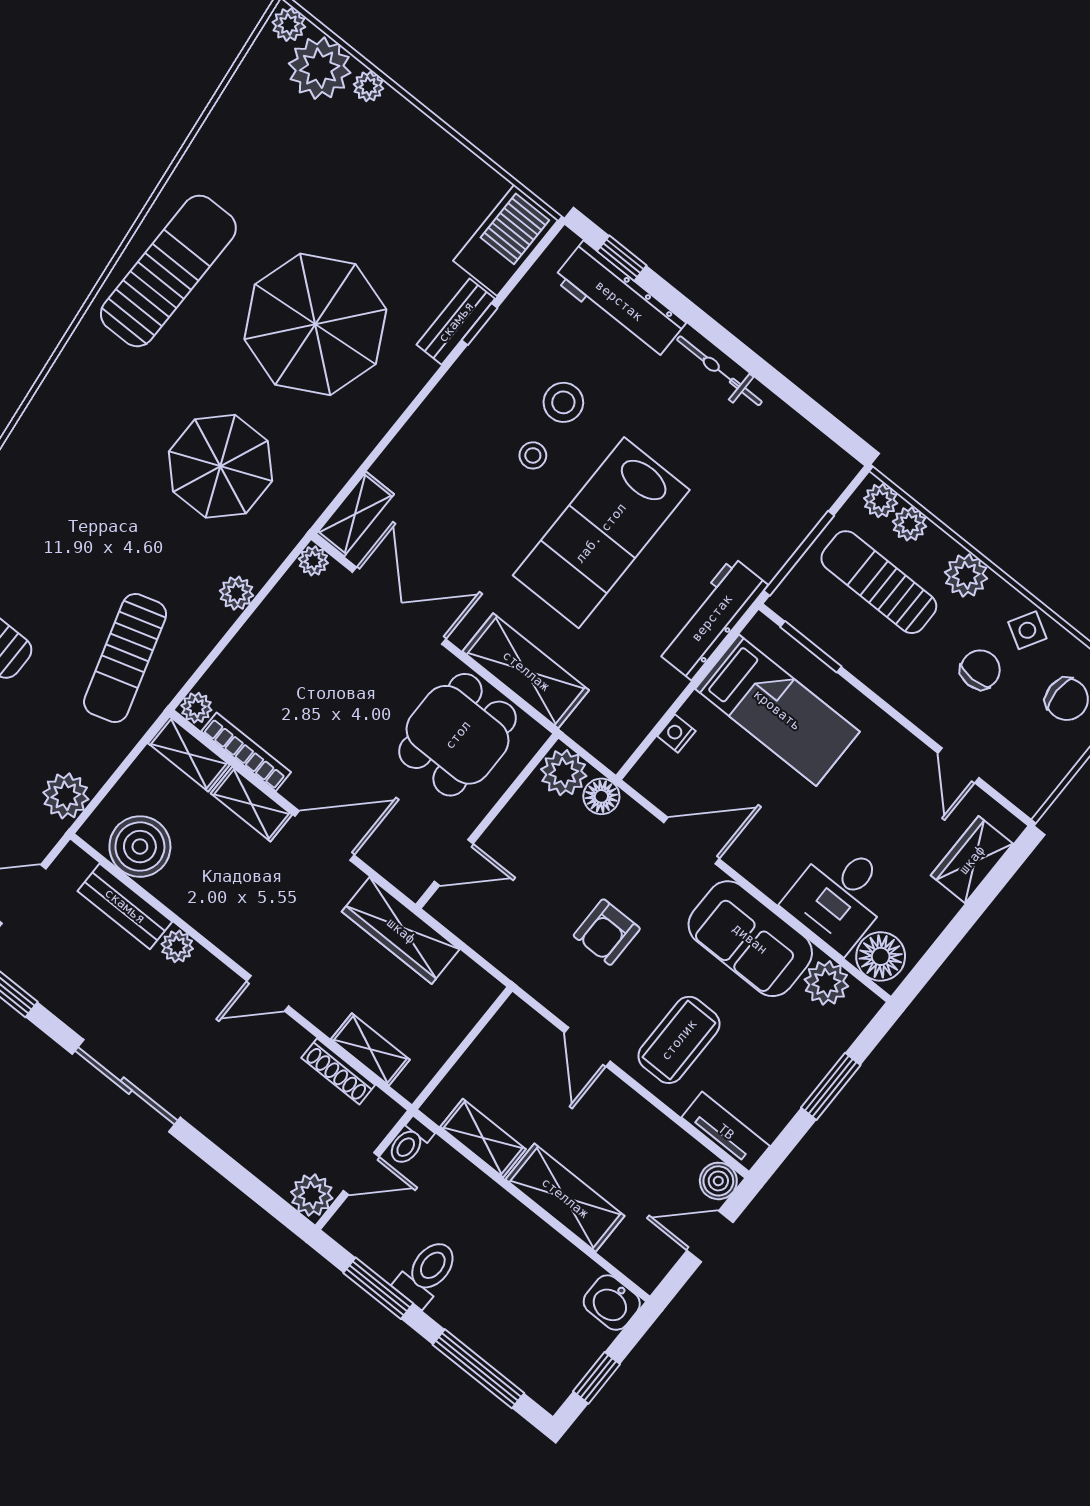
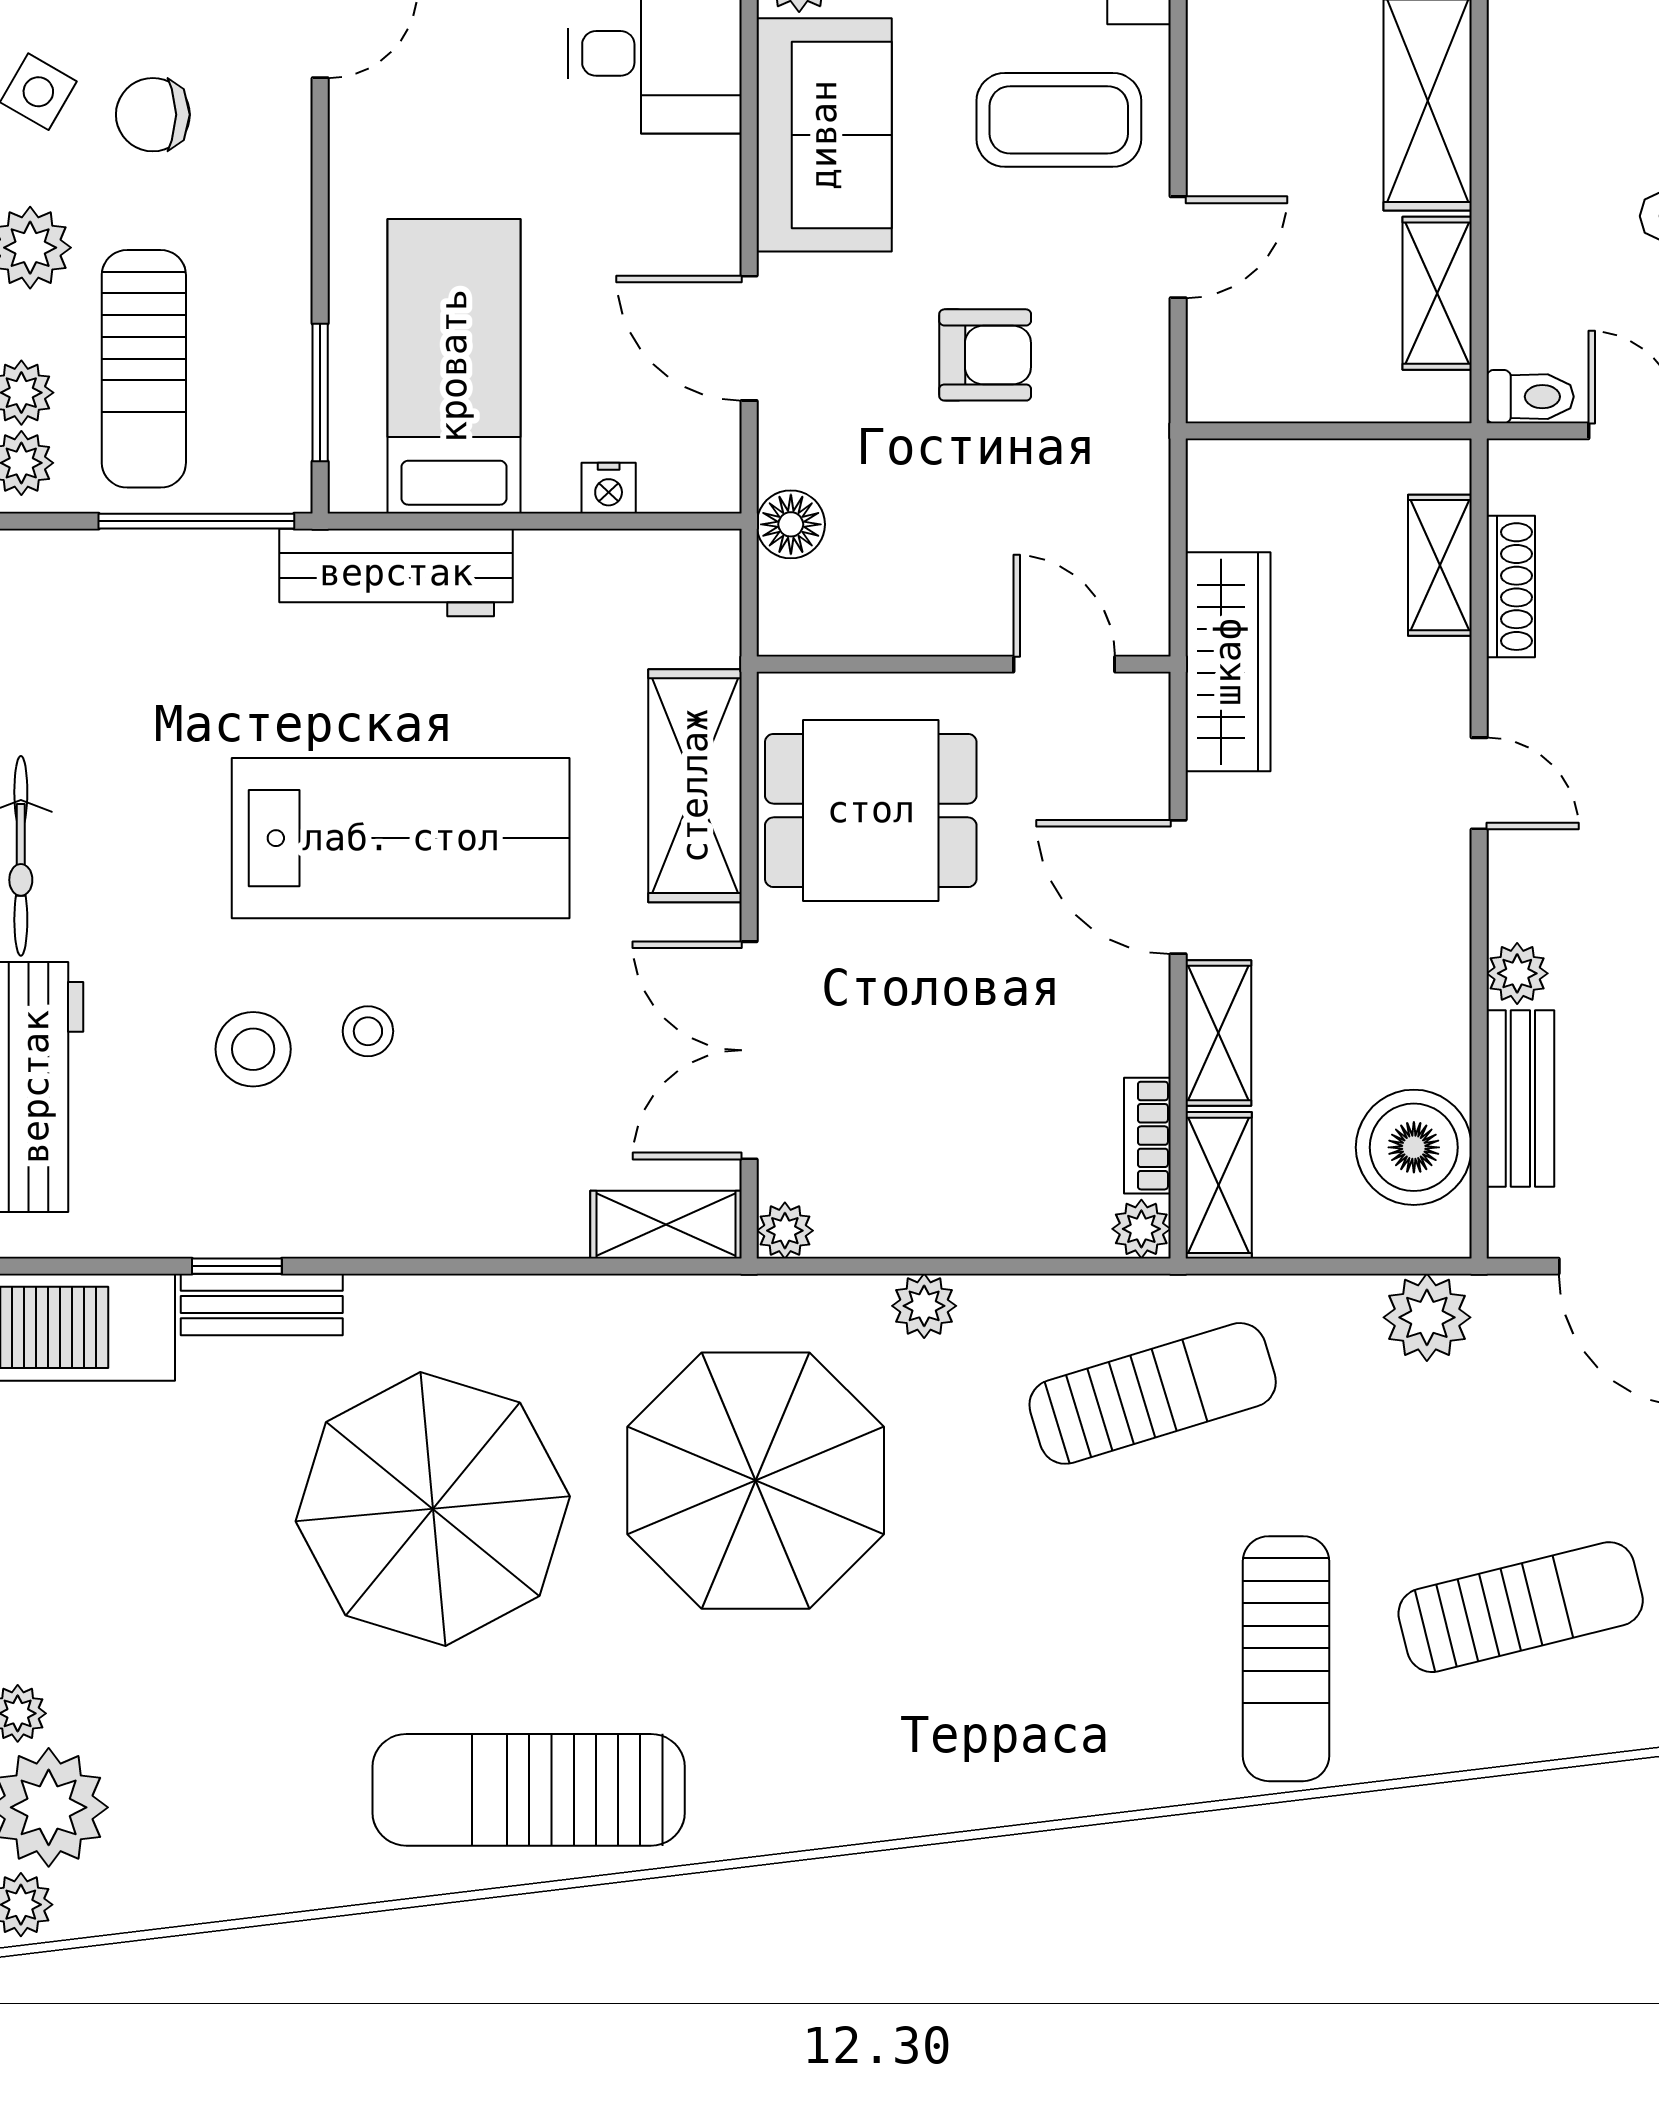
parasol: (220, 466) -> (756, 1481), width x1.36, depth x1.36
bookcase: (246, 752) -> (1147, 1136), width x0.64
plant: (564, 773) -> (801, 608), removed

